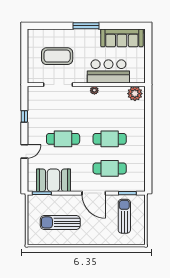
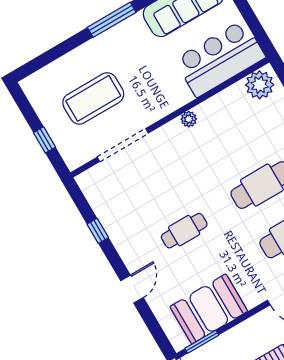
window: (24, 62) -> (44, 140), added
bar counter: (108, 71) -> (220, 58), moved
cafe table: (63, 139) -> (184, 231), width x0.73, depth x0.74

